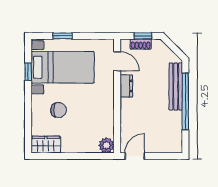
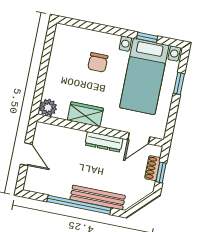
dresser: (126, 86) -> (104, 142), width x1.44
wardrobe: (46, 145) -> (85, 114), moved, turned -90
door: (135, 156) -> (26, 154), moved

